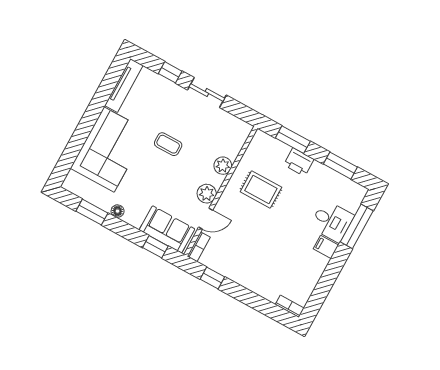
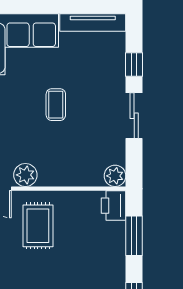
printer: (299, 162) -> (114, 206), moved
plant: (223, 166) -> (115, 176), moved
rug: (261, 190) -> (38, 226), moved

